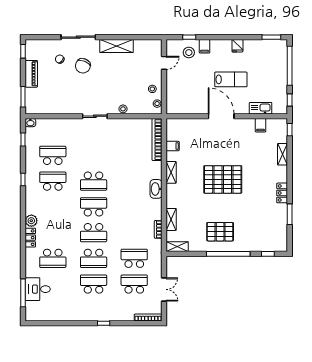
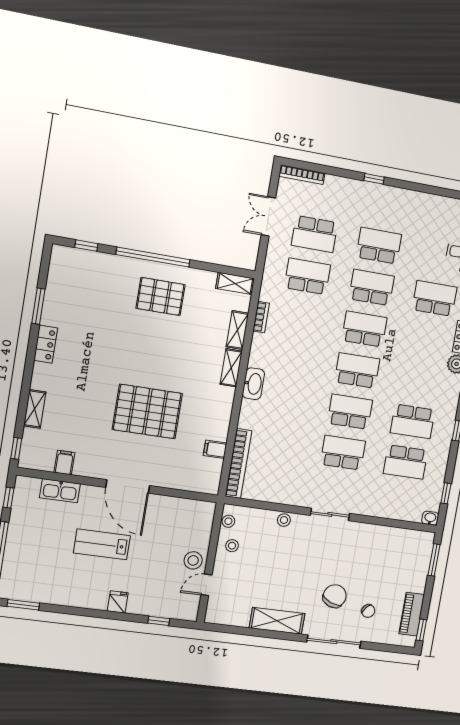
filing cabinet: (205, 46) -> (136, 603), removed
fridge: (237, 46) -> (118, 602), moved
stool: (189, 53) -> (193, 560), moved
piano: (31, 74) -> (412, 614), moved
school desk: (94, 155) -> (343, 453), added
shelving: (171, 172) -> (231, 368), moved
pallet: (223, 179) -> (147, 411), moved
school desk: (94, 207) -> (357, 370), turned 180
school desk: (134, 258) -> (307, 276), turned 180
school desk: (94, 284) -> (379, 246), turned 180

